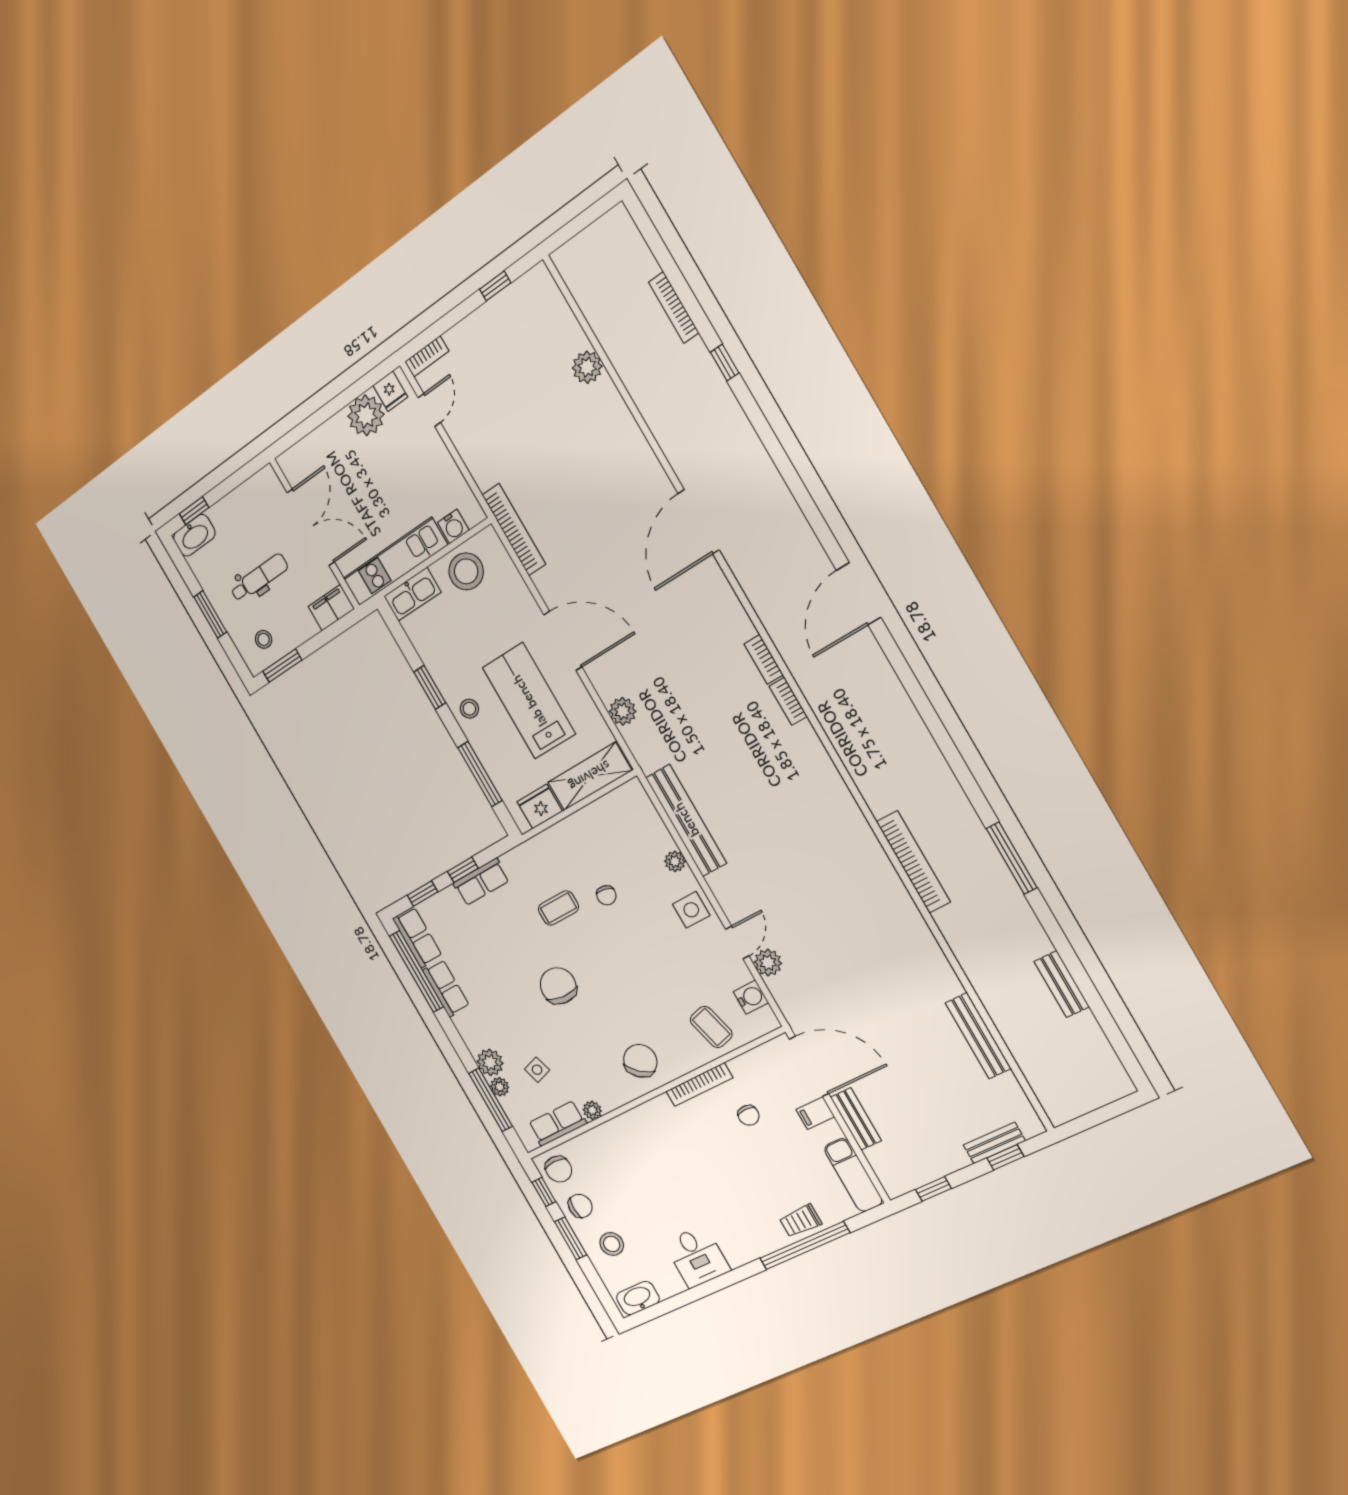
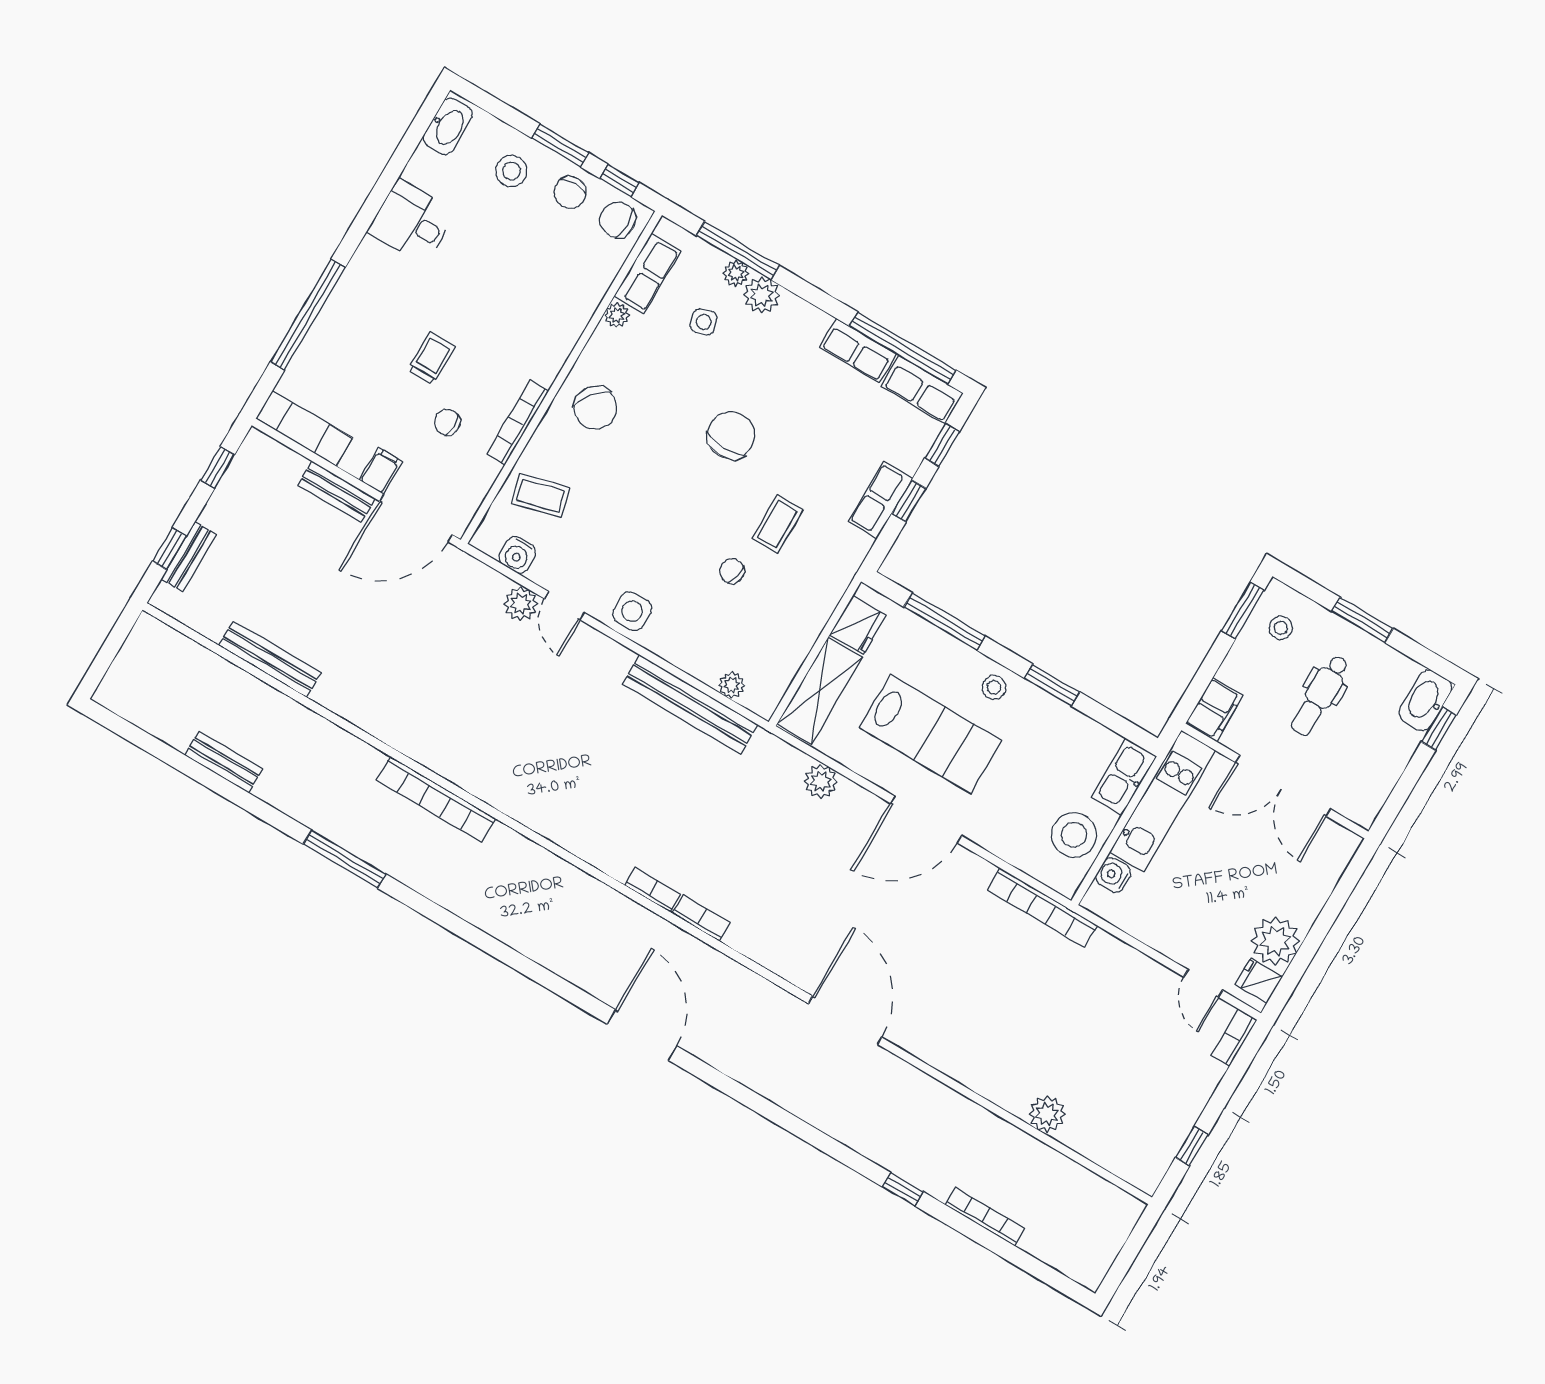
plant: (675, 861) -> (732, 685), moved
chair: (558, 986) -> (731, 435), turned -95
trolley: (800, 1221) -> (431, 358), moved

